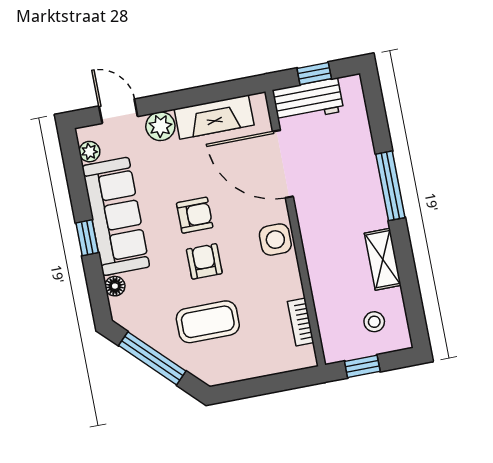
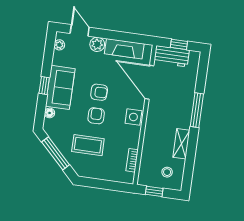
sofa: (116, 216) -> (60, 87), width x0.73

